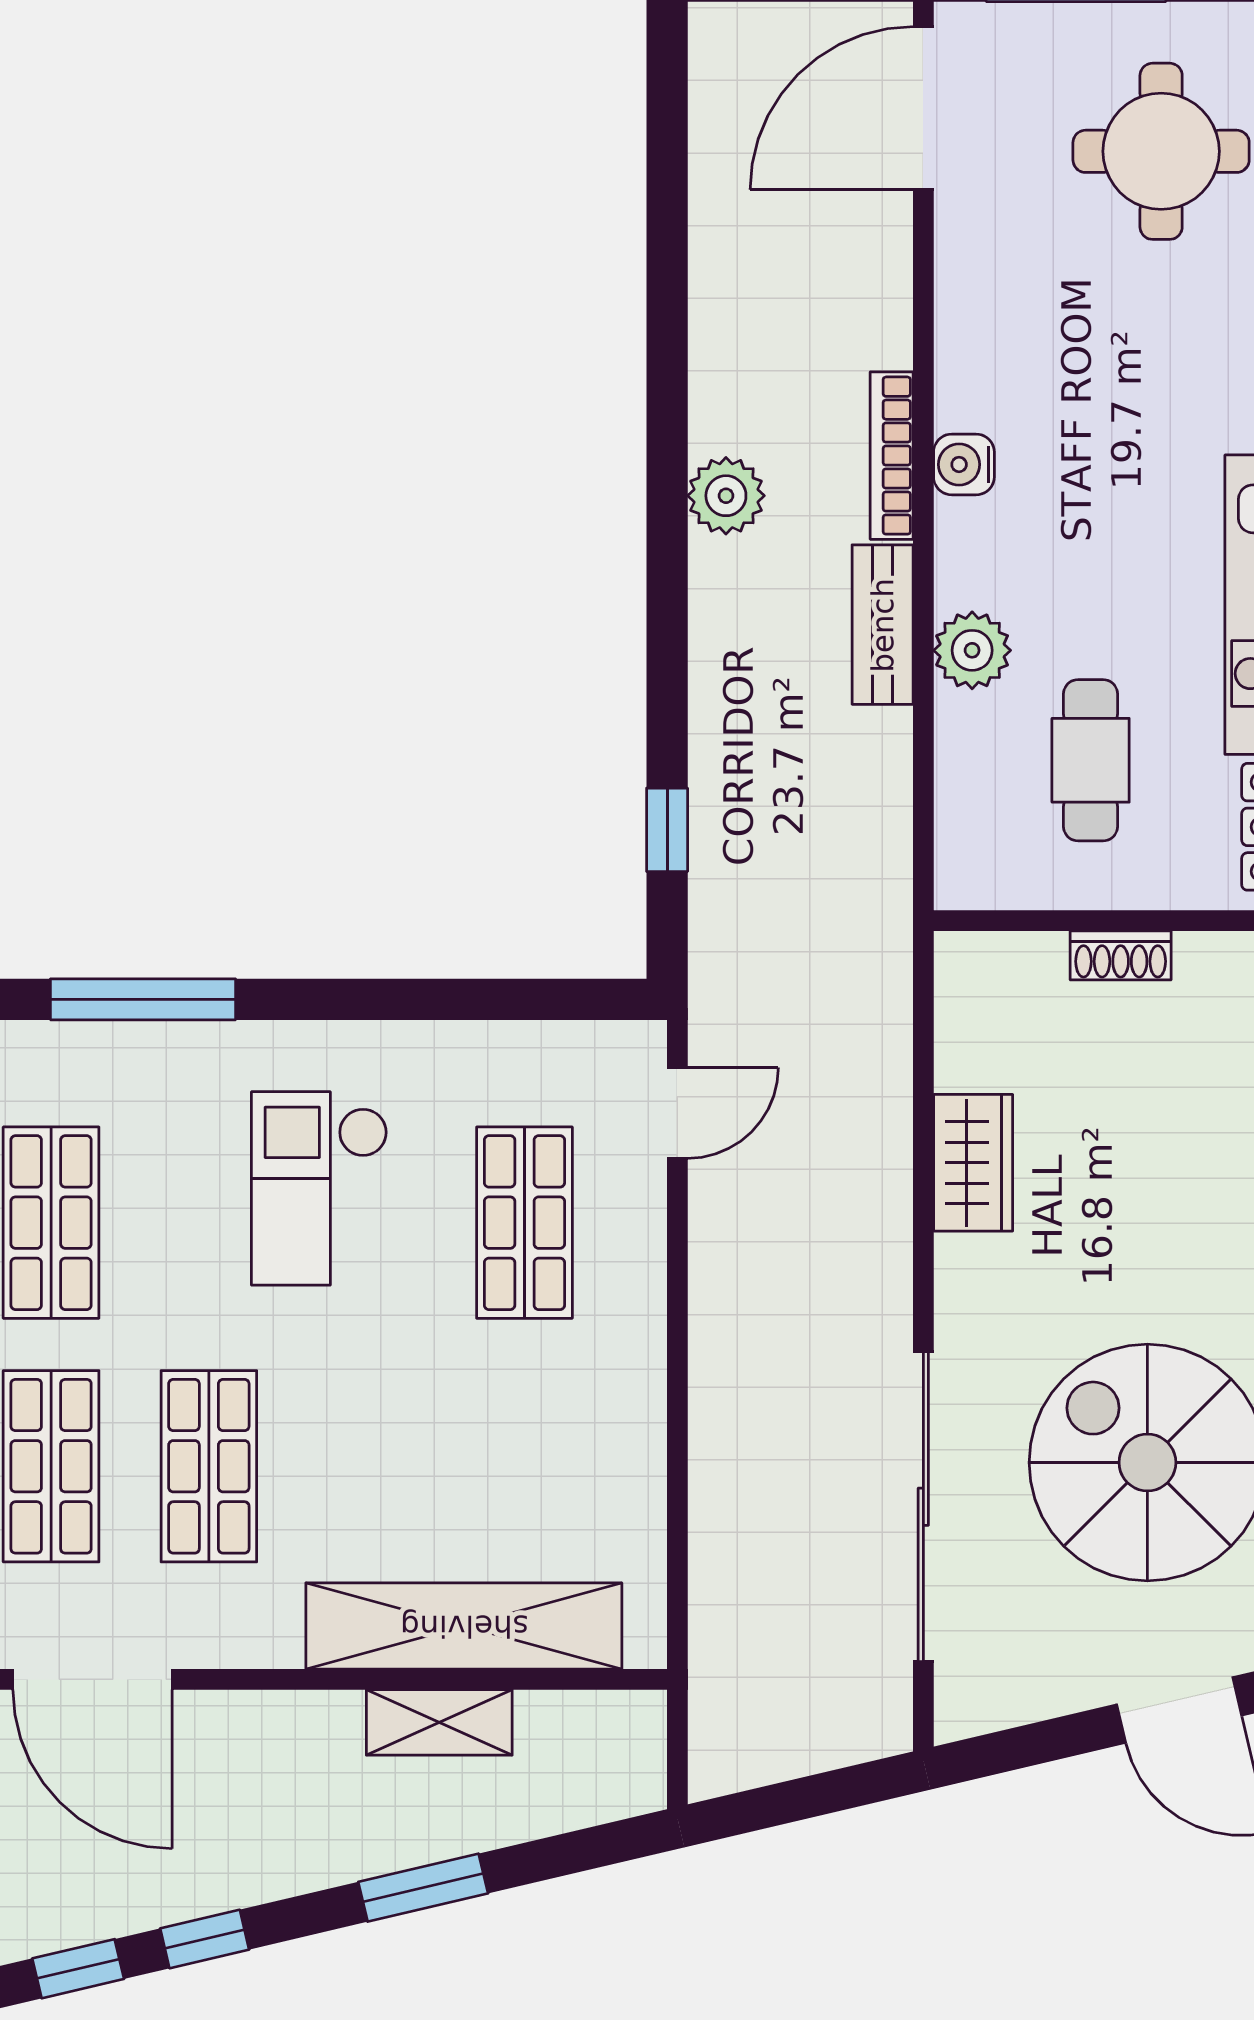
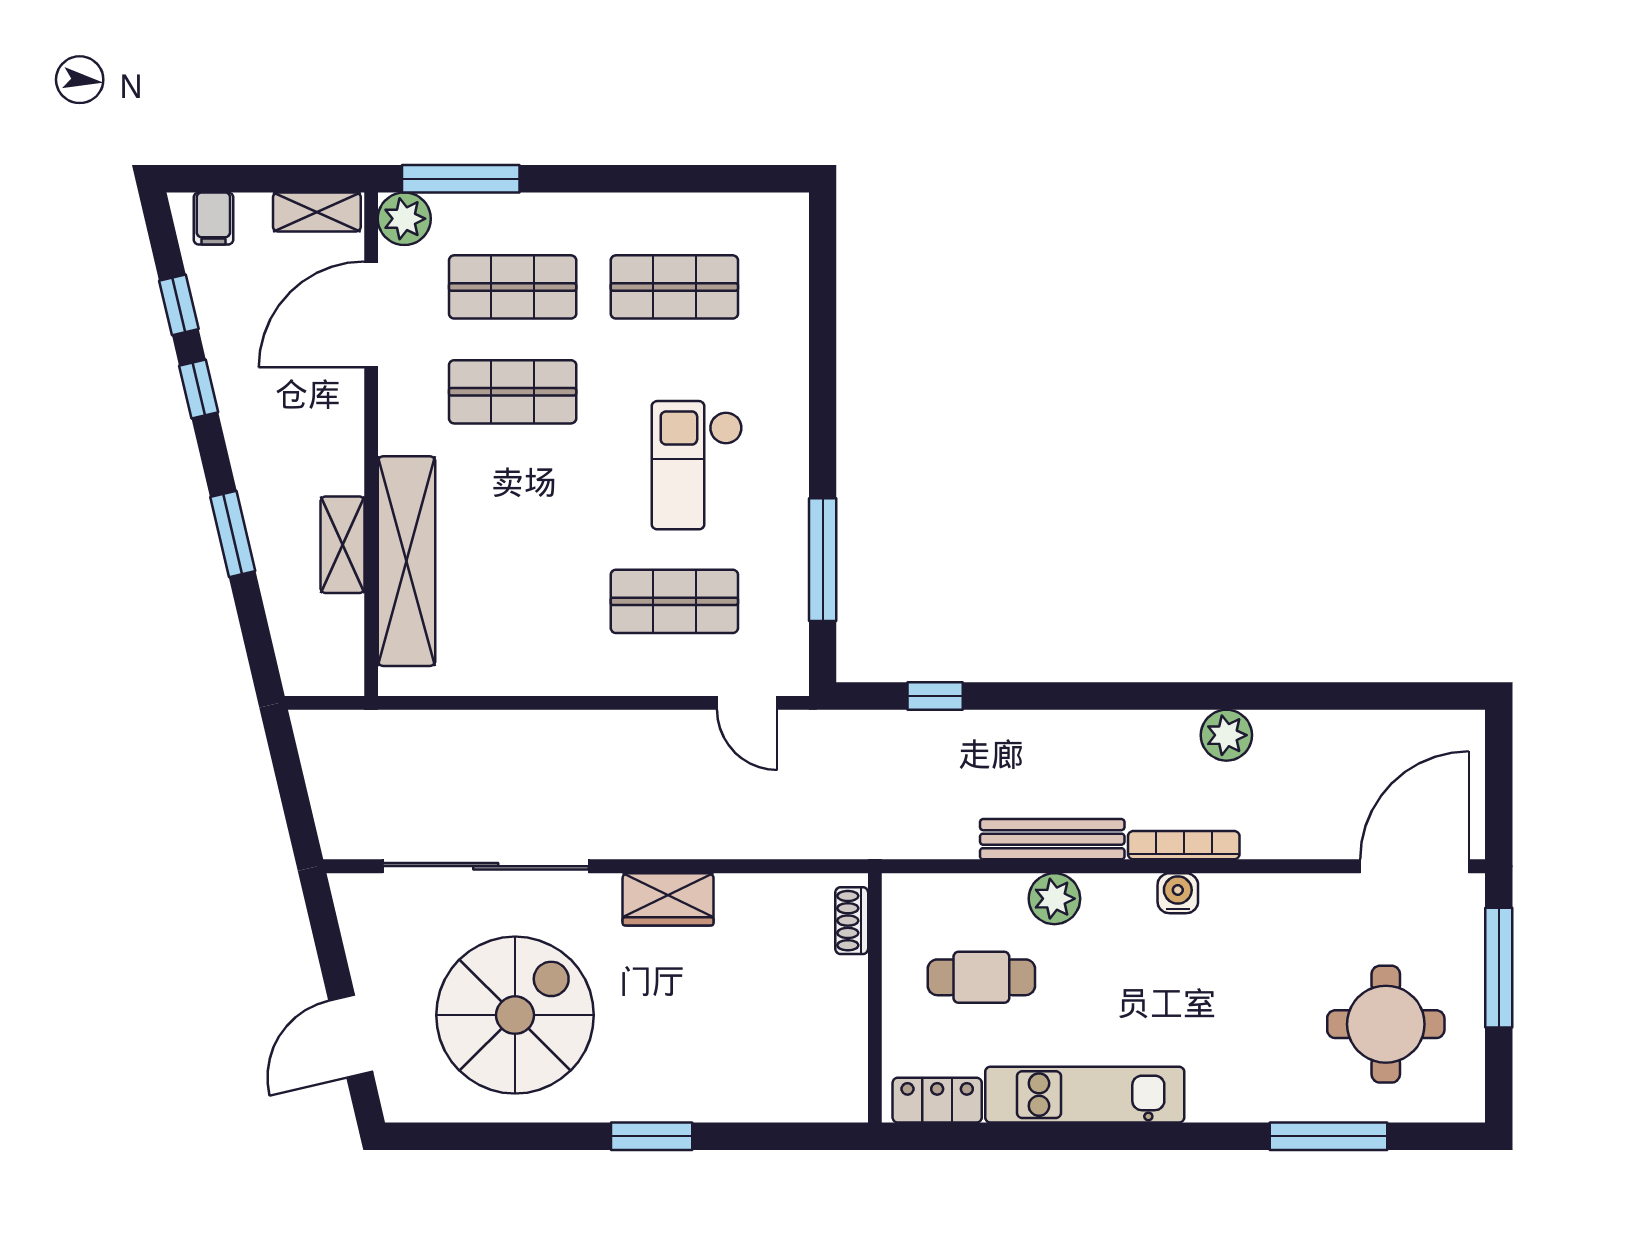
door: (923, 108) -> (1414, 866), hinge flipped
plant: (726, 496) -> (1226, 735), moved
bench: (883, 625) -> (1052, 839), width x1.36
shoe rack: (1121, 955) -> (852, 921), moved
window: (143, 999) -> (823, 560), moved
wardrobe: (973, 1163) -> (668, 899), moved
checkout: (319, 1188) -> (697, 465), turned -90

